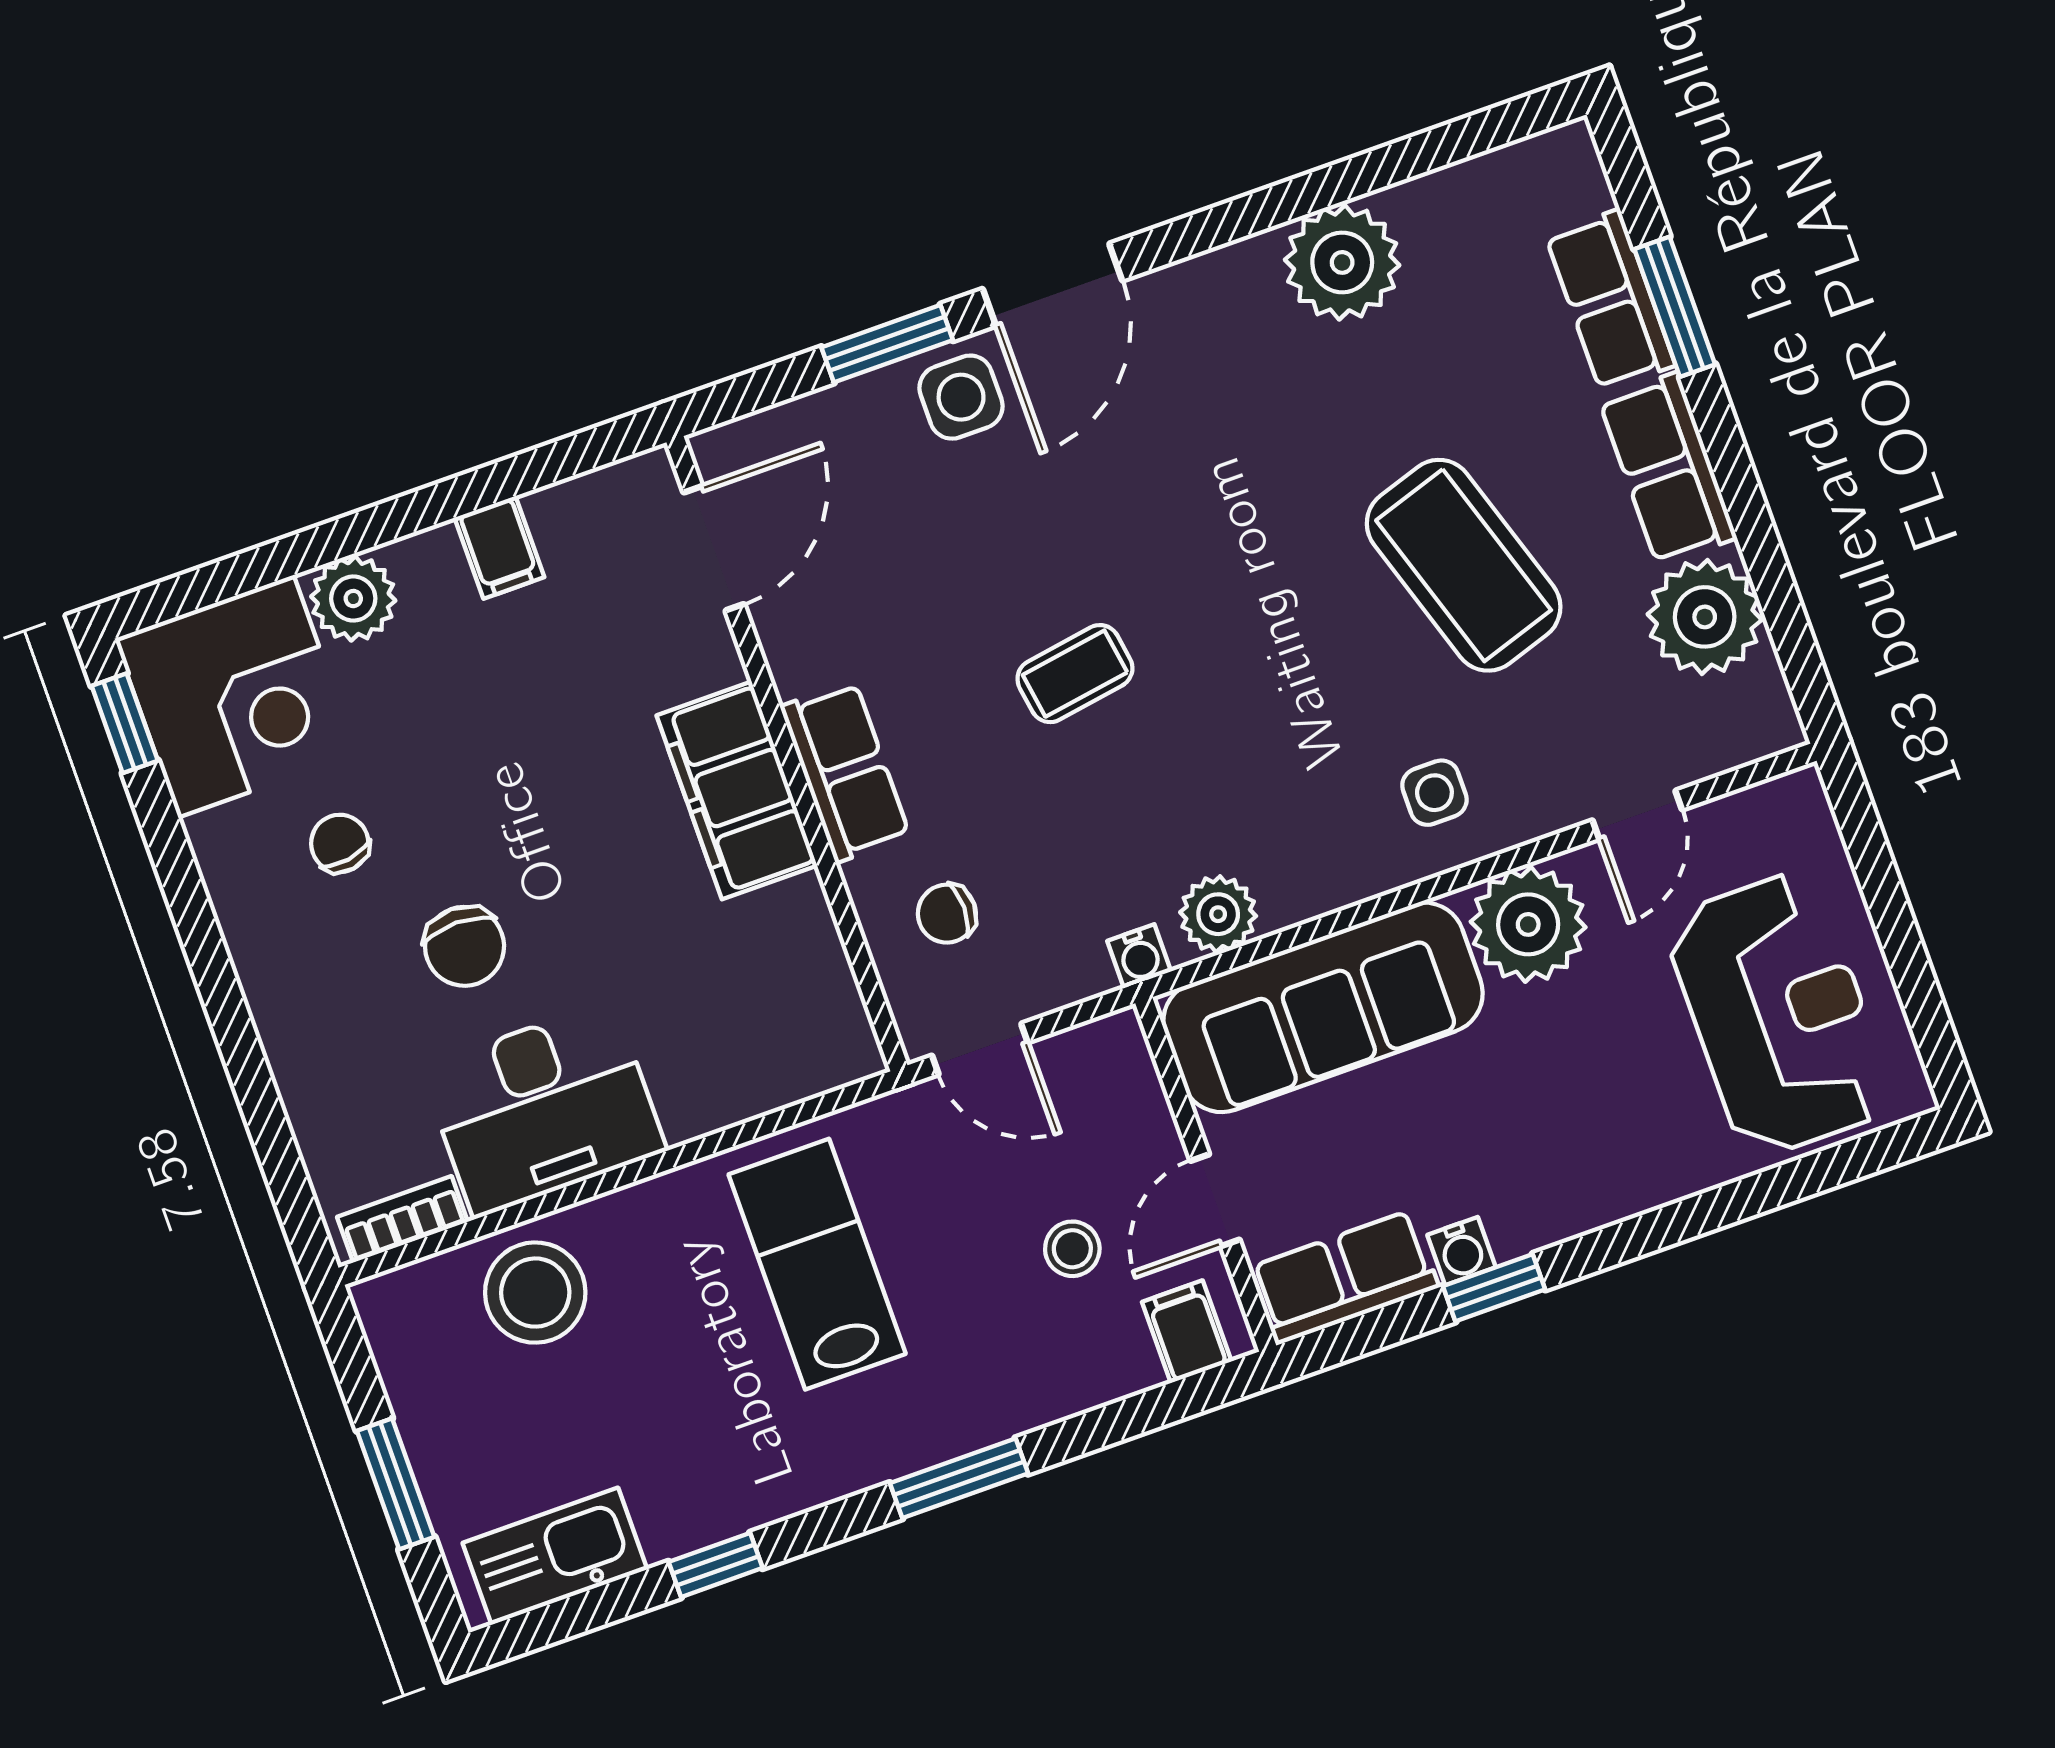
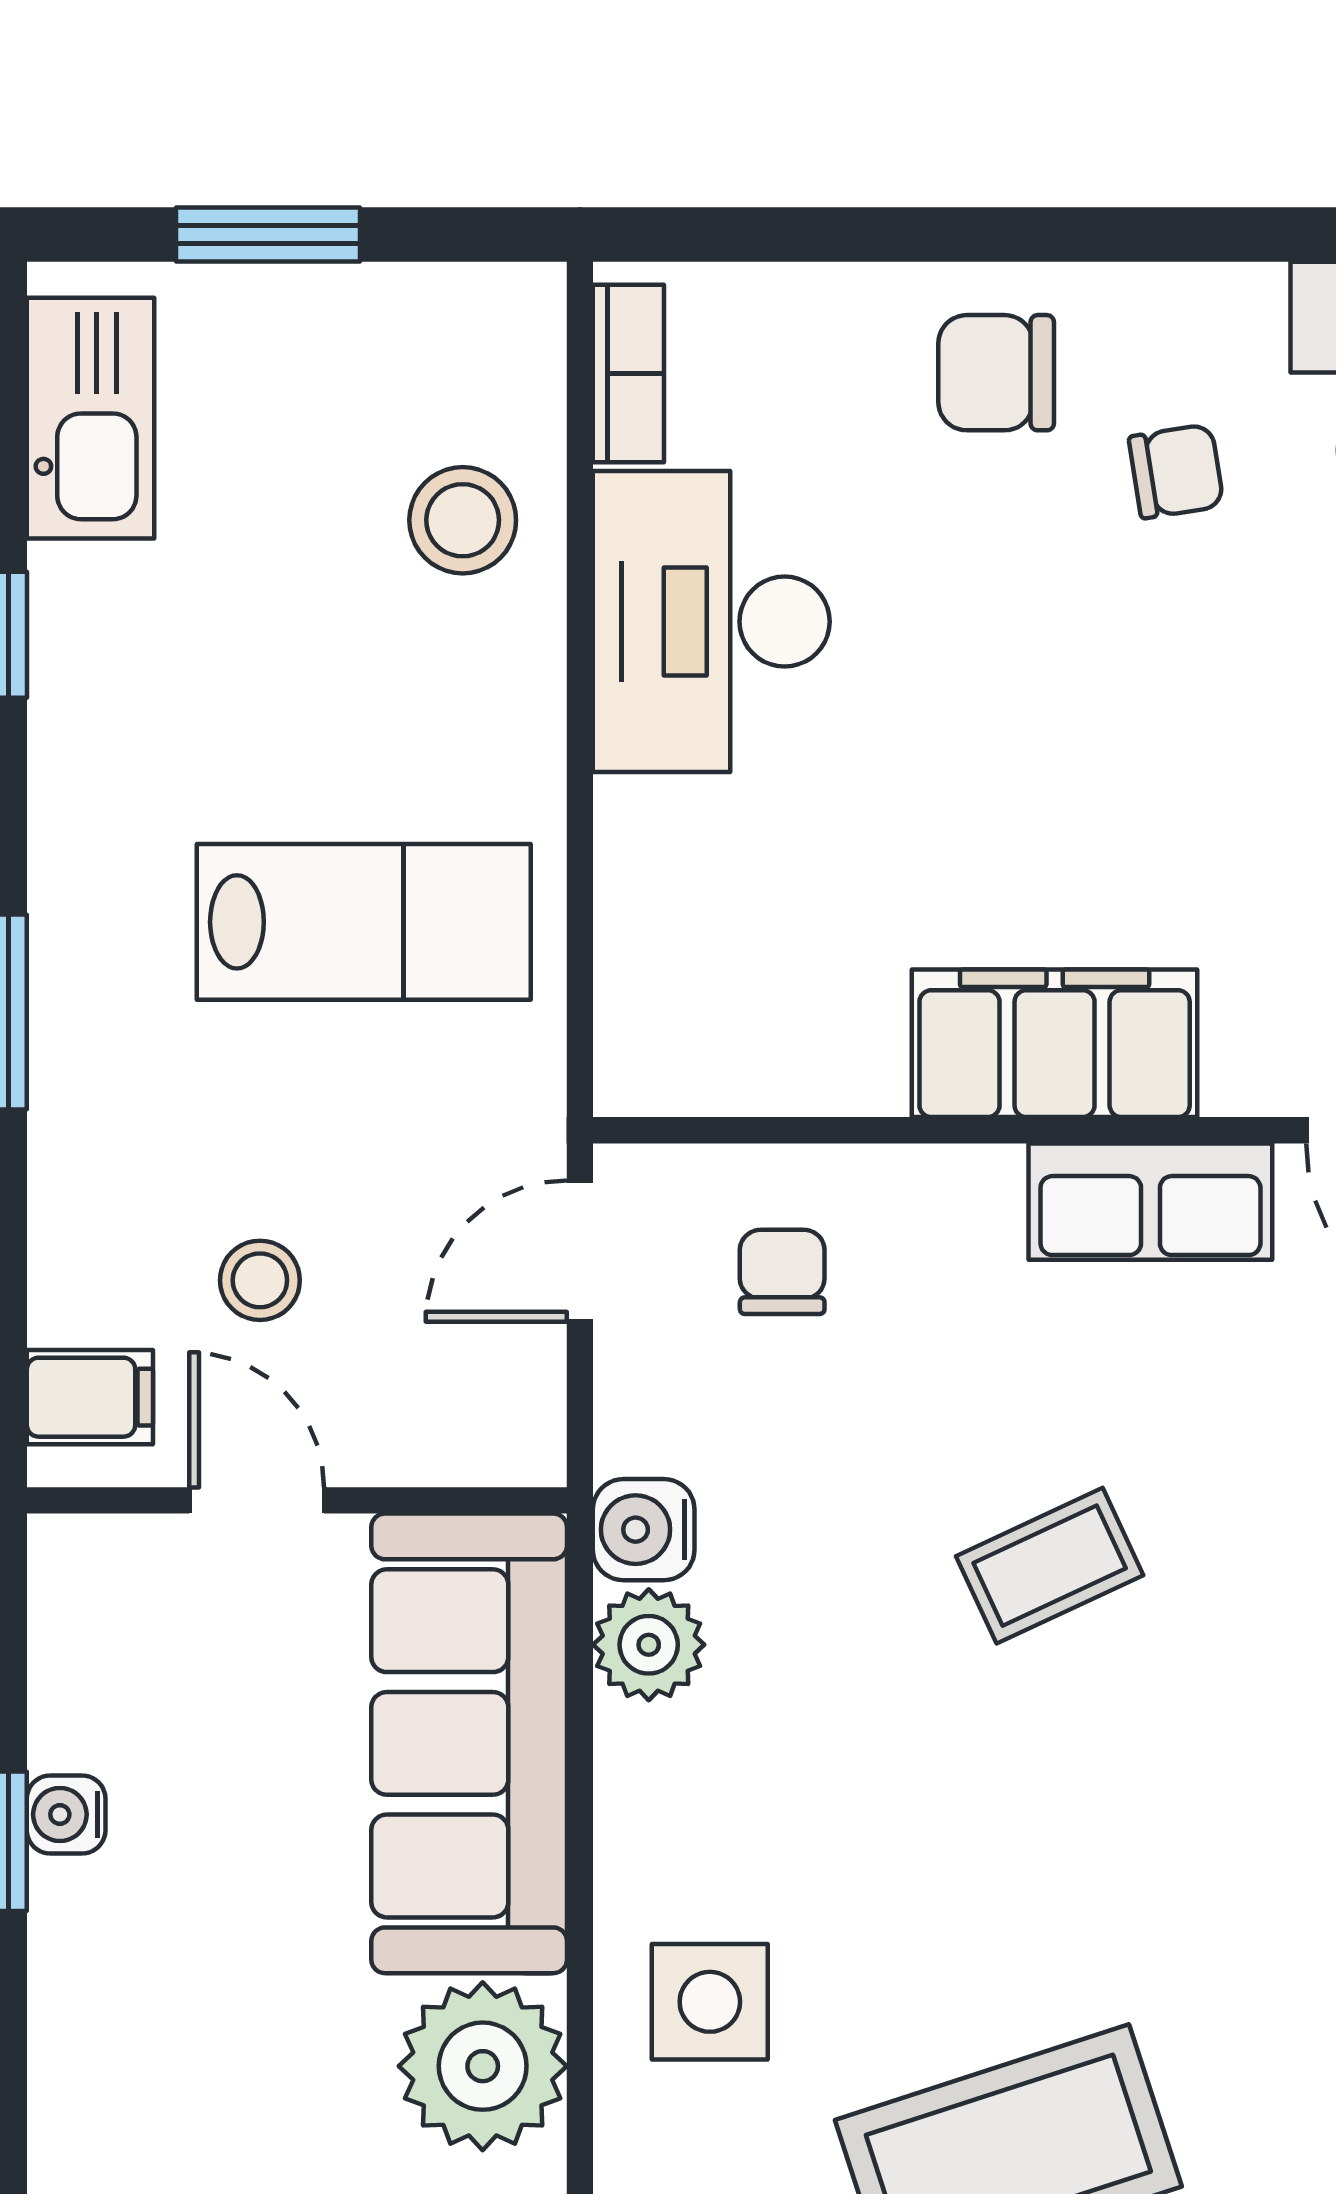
coffee table: (1075, 674) -> (1050, 1566), turned 74
row of seats: (845, 772) -> (1150, 1202), moved
side table: (1434, 793) -> (710, 2002), width x1.37, depth x1.37
chair: (465, 946) -> (996, 373), moved
water cooler: (1139, 956) -> (644, 1530), width x1.38, depth x1.38
row of seats: (1344, 1277) -> (87, 1640), removed
stool: (535, 1293) -> (463, 520), width x0.73, depth x0.73

